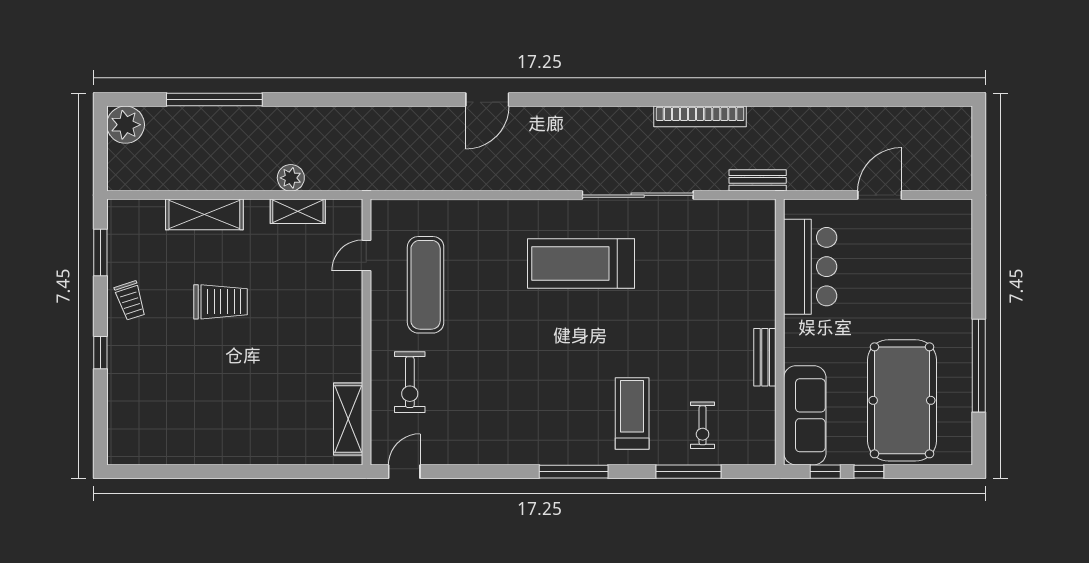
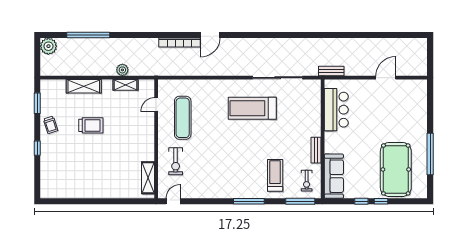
bookcase: (700, 116) -> (179, 42), moved
bar counter: (810, 267) -> (336, 110), moved
wall: (780, 332) -> (323, 139), moved
bench: (765, 357) -> (316, 150), moved
sofa: (805, 415) -> (334, 176), moved

